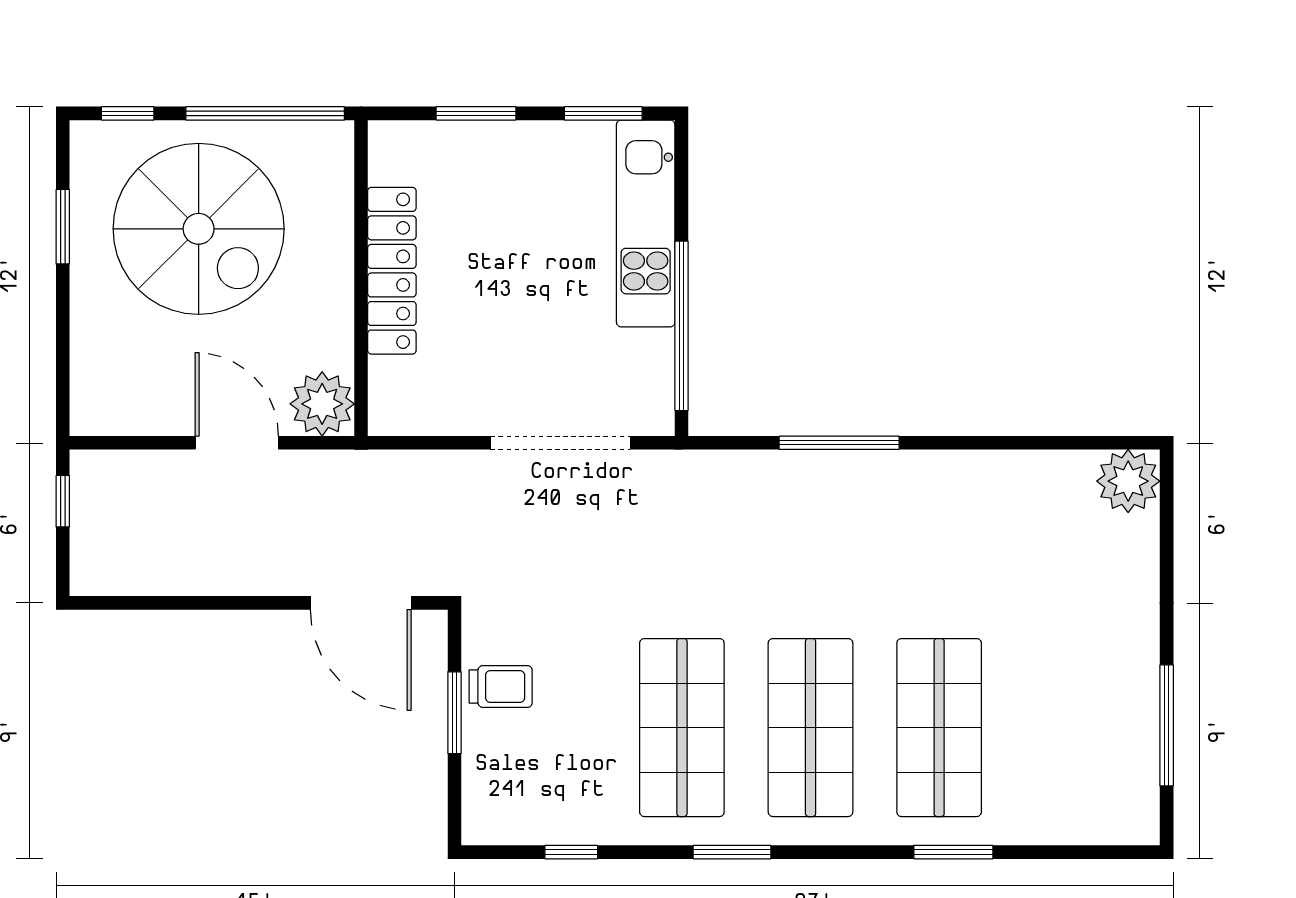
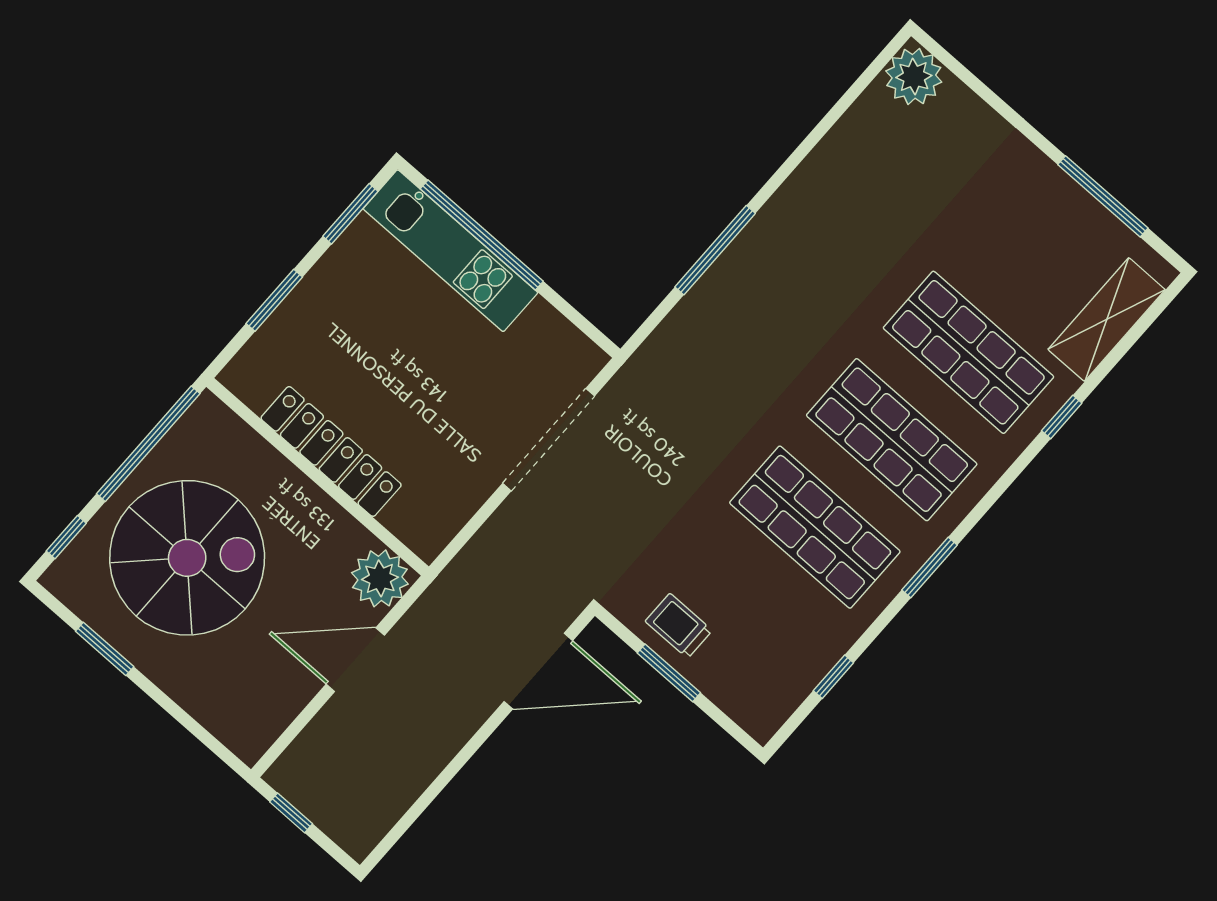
window: (681, 326) -> (482, 235), moved
trolley: (501, 687) -> (679, 626), turned -90
shelving: (1067, 818) -> (1107, 320), added
window: (953, 852) -> (1062, 417), width x0.67

